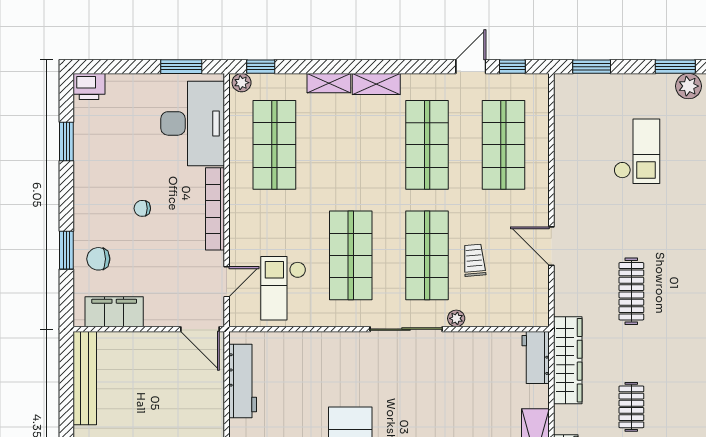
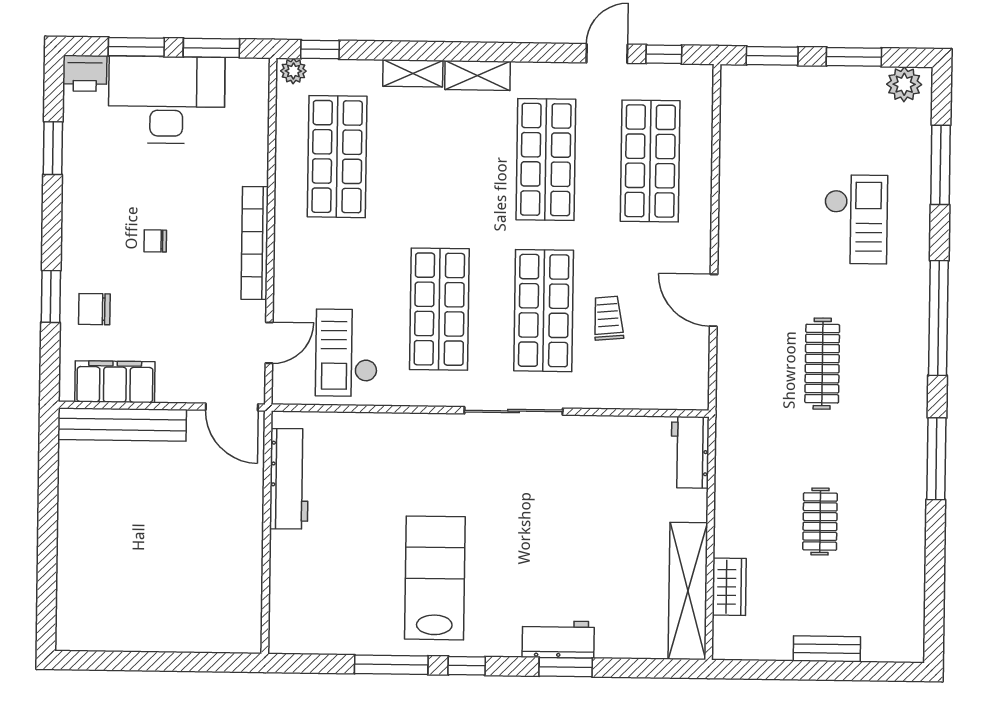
window: (126, 67) -> (136, 47), added
window: (675, 67) -> (854, 57), moved
desk: (193, 123) -> (167, 100), moved, turned -90
checkout: (637, 151) -> (856, 219), moved
plant: (456, 318) -> (582, 397), removed
wardrobe: (568, 360) -> (734, 457), removed
bench: (85, 378) -> (122, 424), moved, turned 90

